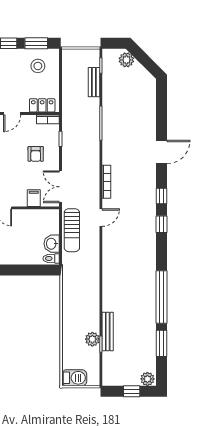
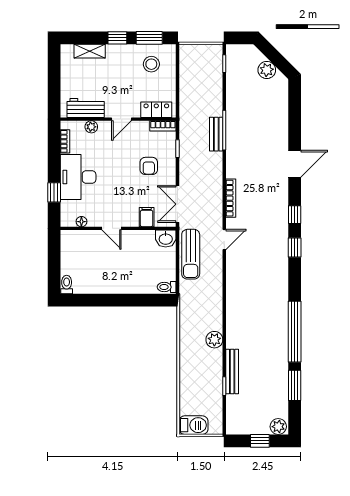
plant: (126, 60) -> (267, 70), moved
bench: (94, 82) -> (216, 134), moved
washbasin: (52, 244) -> (166, 239), moved, turned -90
plant: (92, 339) -> (214, 340), moved

